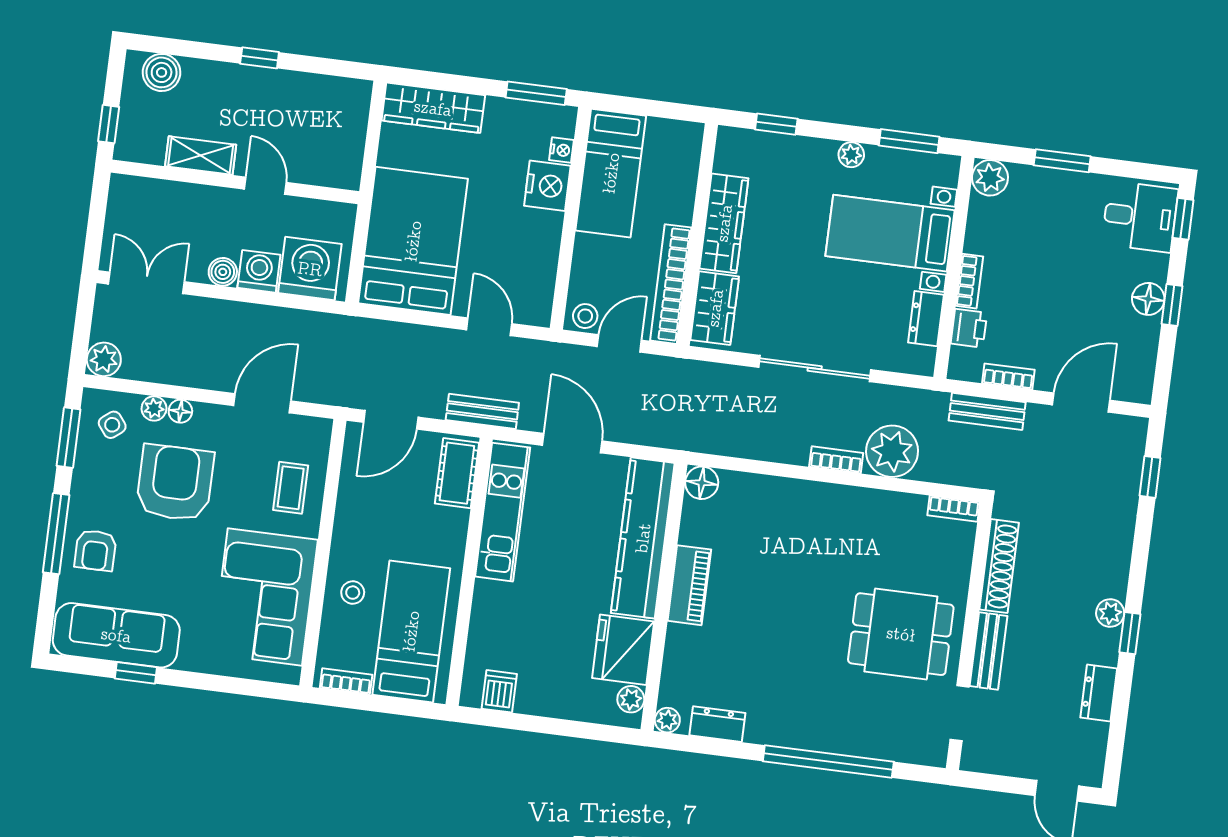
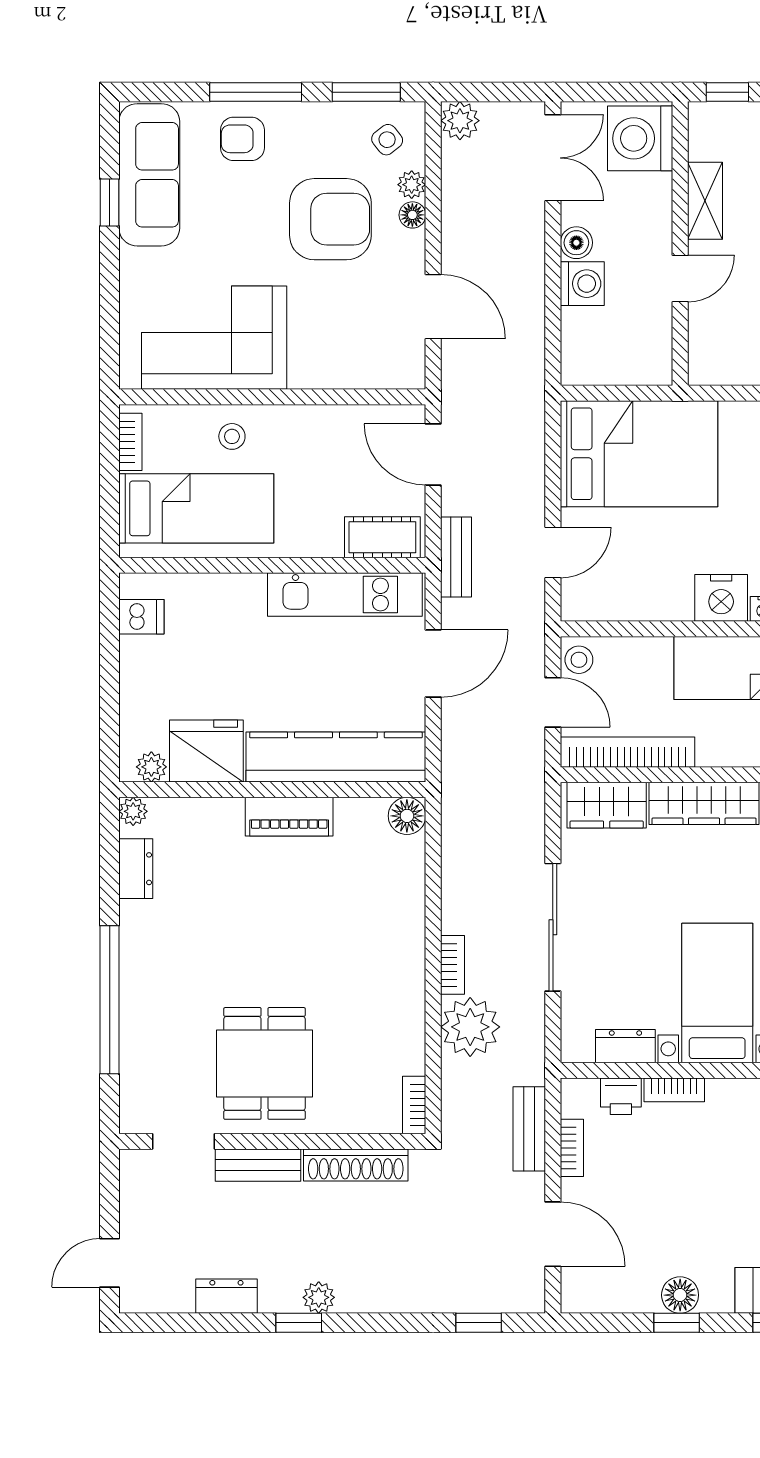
washing machine: (310, 269) -> (640, 138), moved, turned 180
coffee table: (291, 488) -> (342, 351), removed

